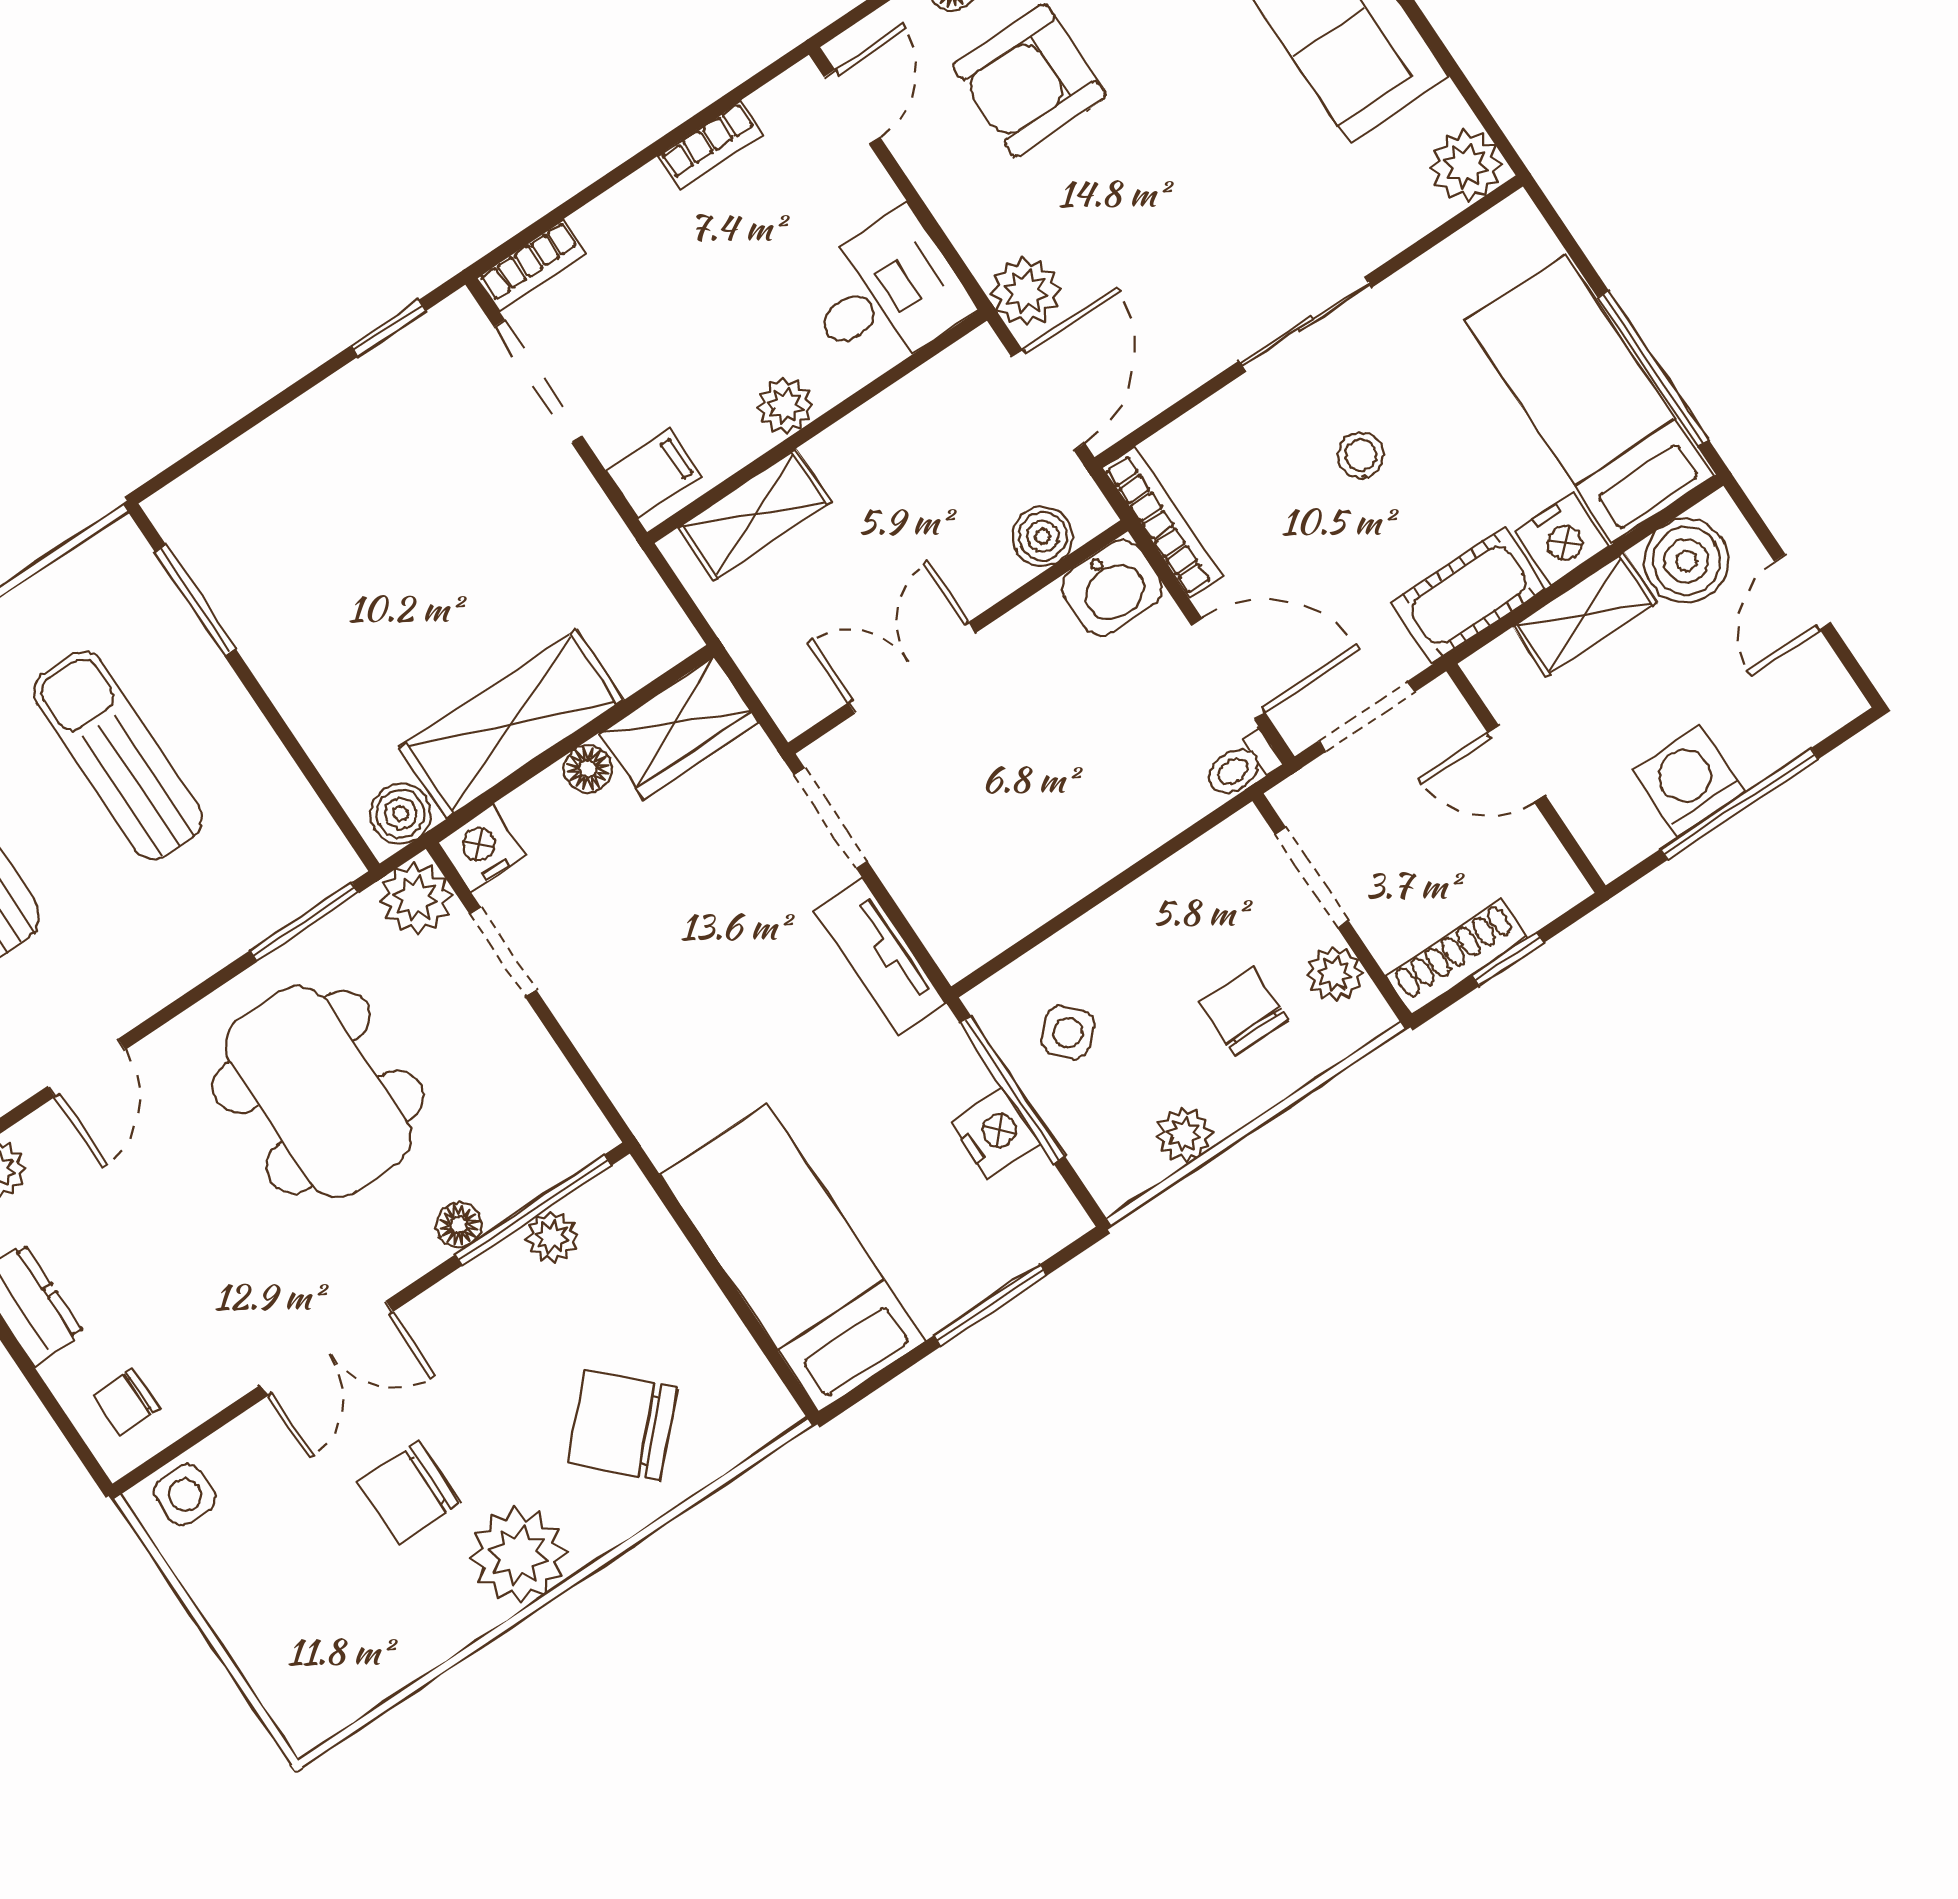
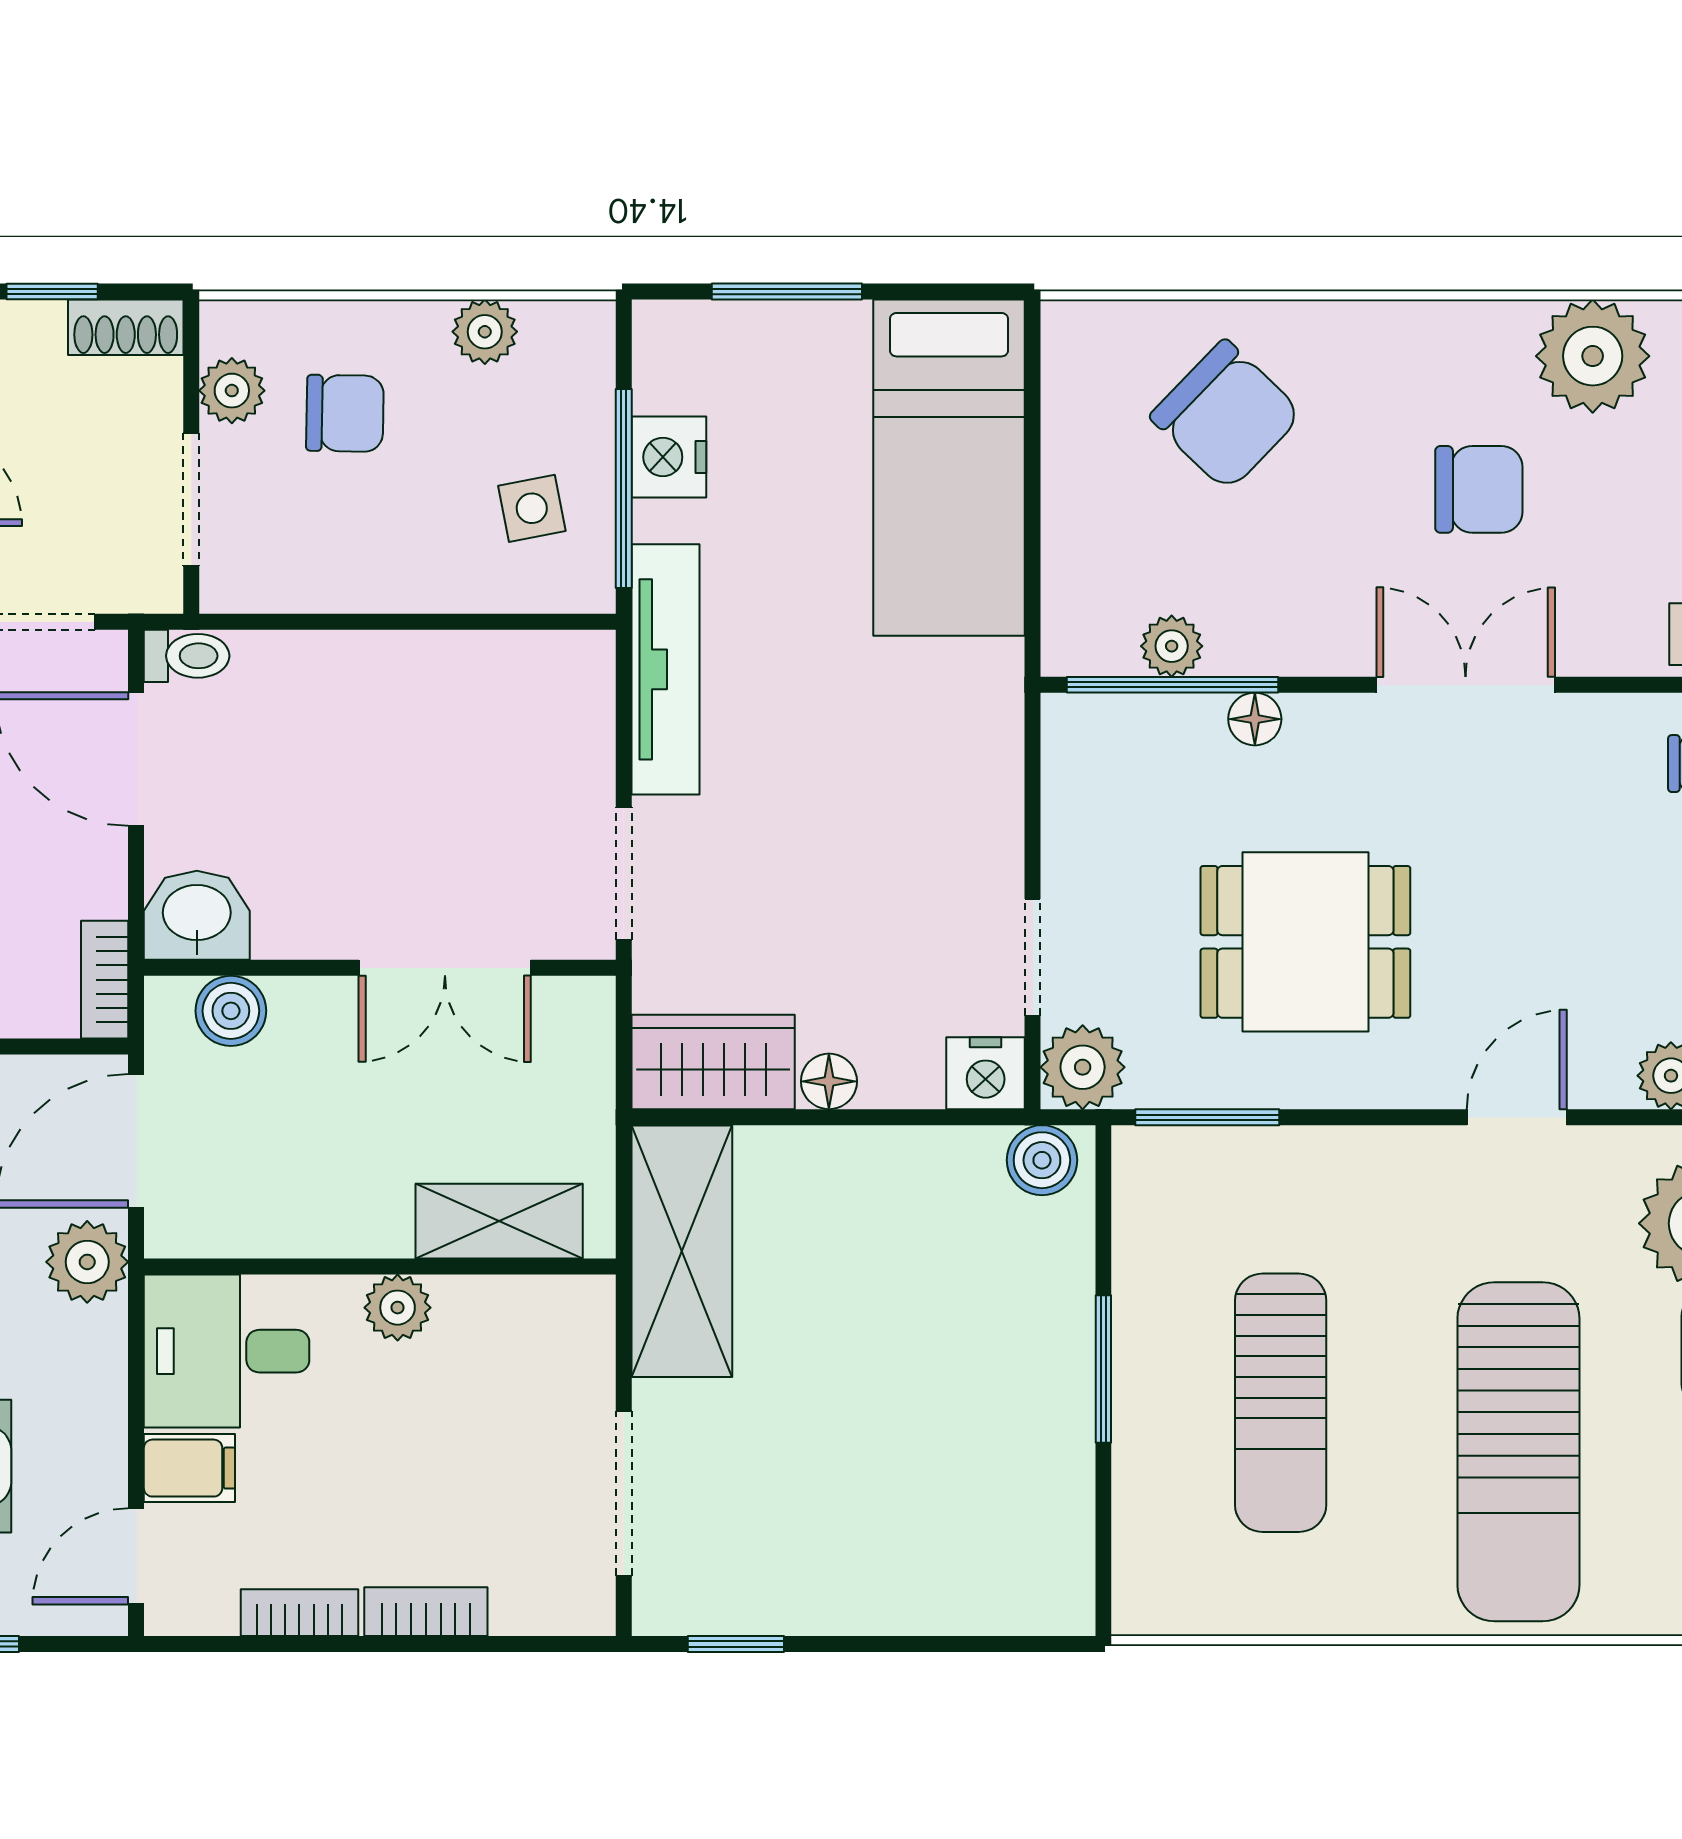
bookcase: (531, 266) -> (426, 1612), moved
filing cabinet: (654, 473) -> (189, 1468), moved, turned 180
bookcase: (1162, 522) -> (105, 980), width x0.64
window: (195, 600) -> (1103, 1369), moved
shelving: (511, 724) -> (682, 1251), moved, turned 90
tv unit: (880, 956) -> (665, 669), width x1.41
shoe rack: (1457, 957) -> (126, 327), width x0.70
chair: (1244, 1011) -> (345, 413), turned -89
side table: (1068, 1032) -> (532, 508), turned 32
dining table: (318, 1092) -> (1305, 942), width x0.73
plant: (519, 1555) -> (1593, 356), moved

